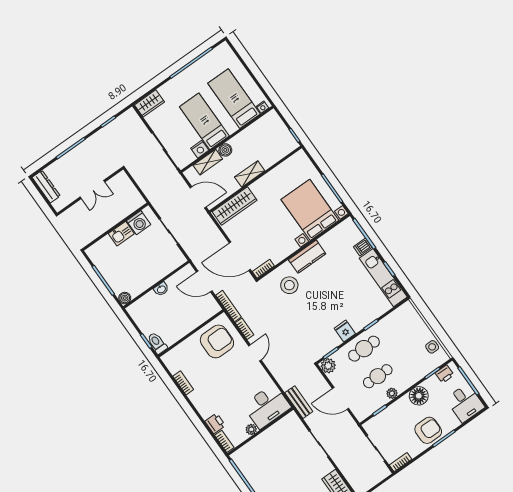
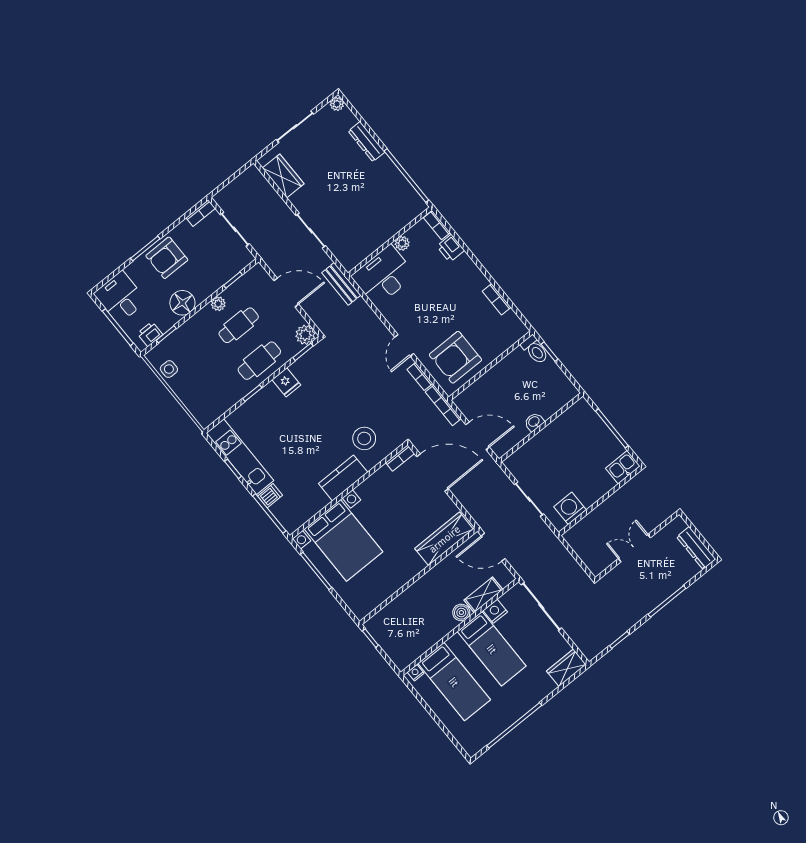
shelving: (250, 174) -> (427, 583), removed
kitchen sink: (121, 234) -> (623, 467), moved
boiler: (125, 298) -> (582, 407), removed

